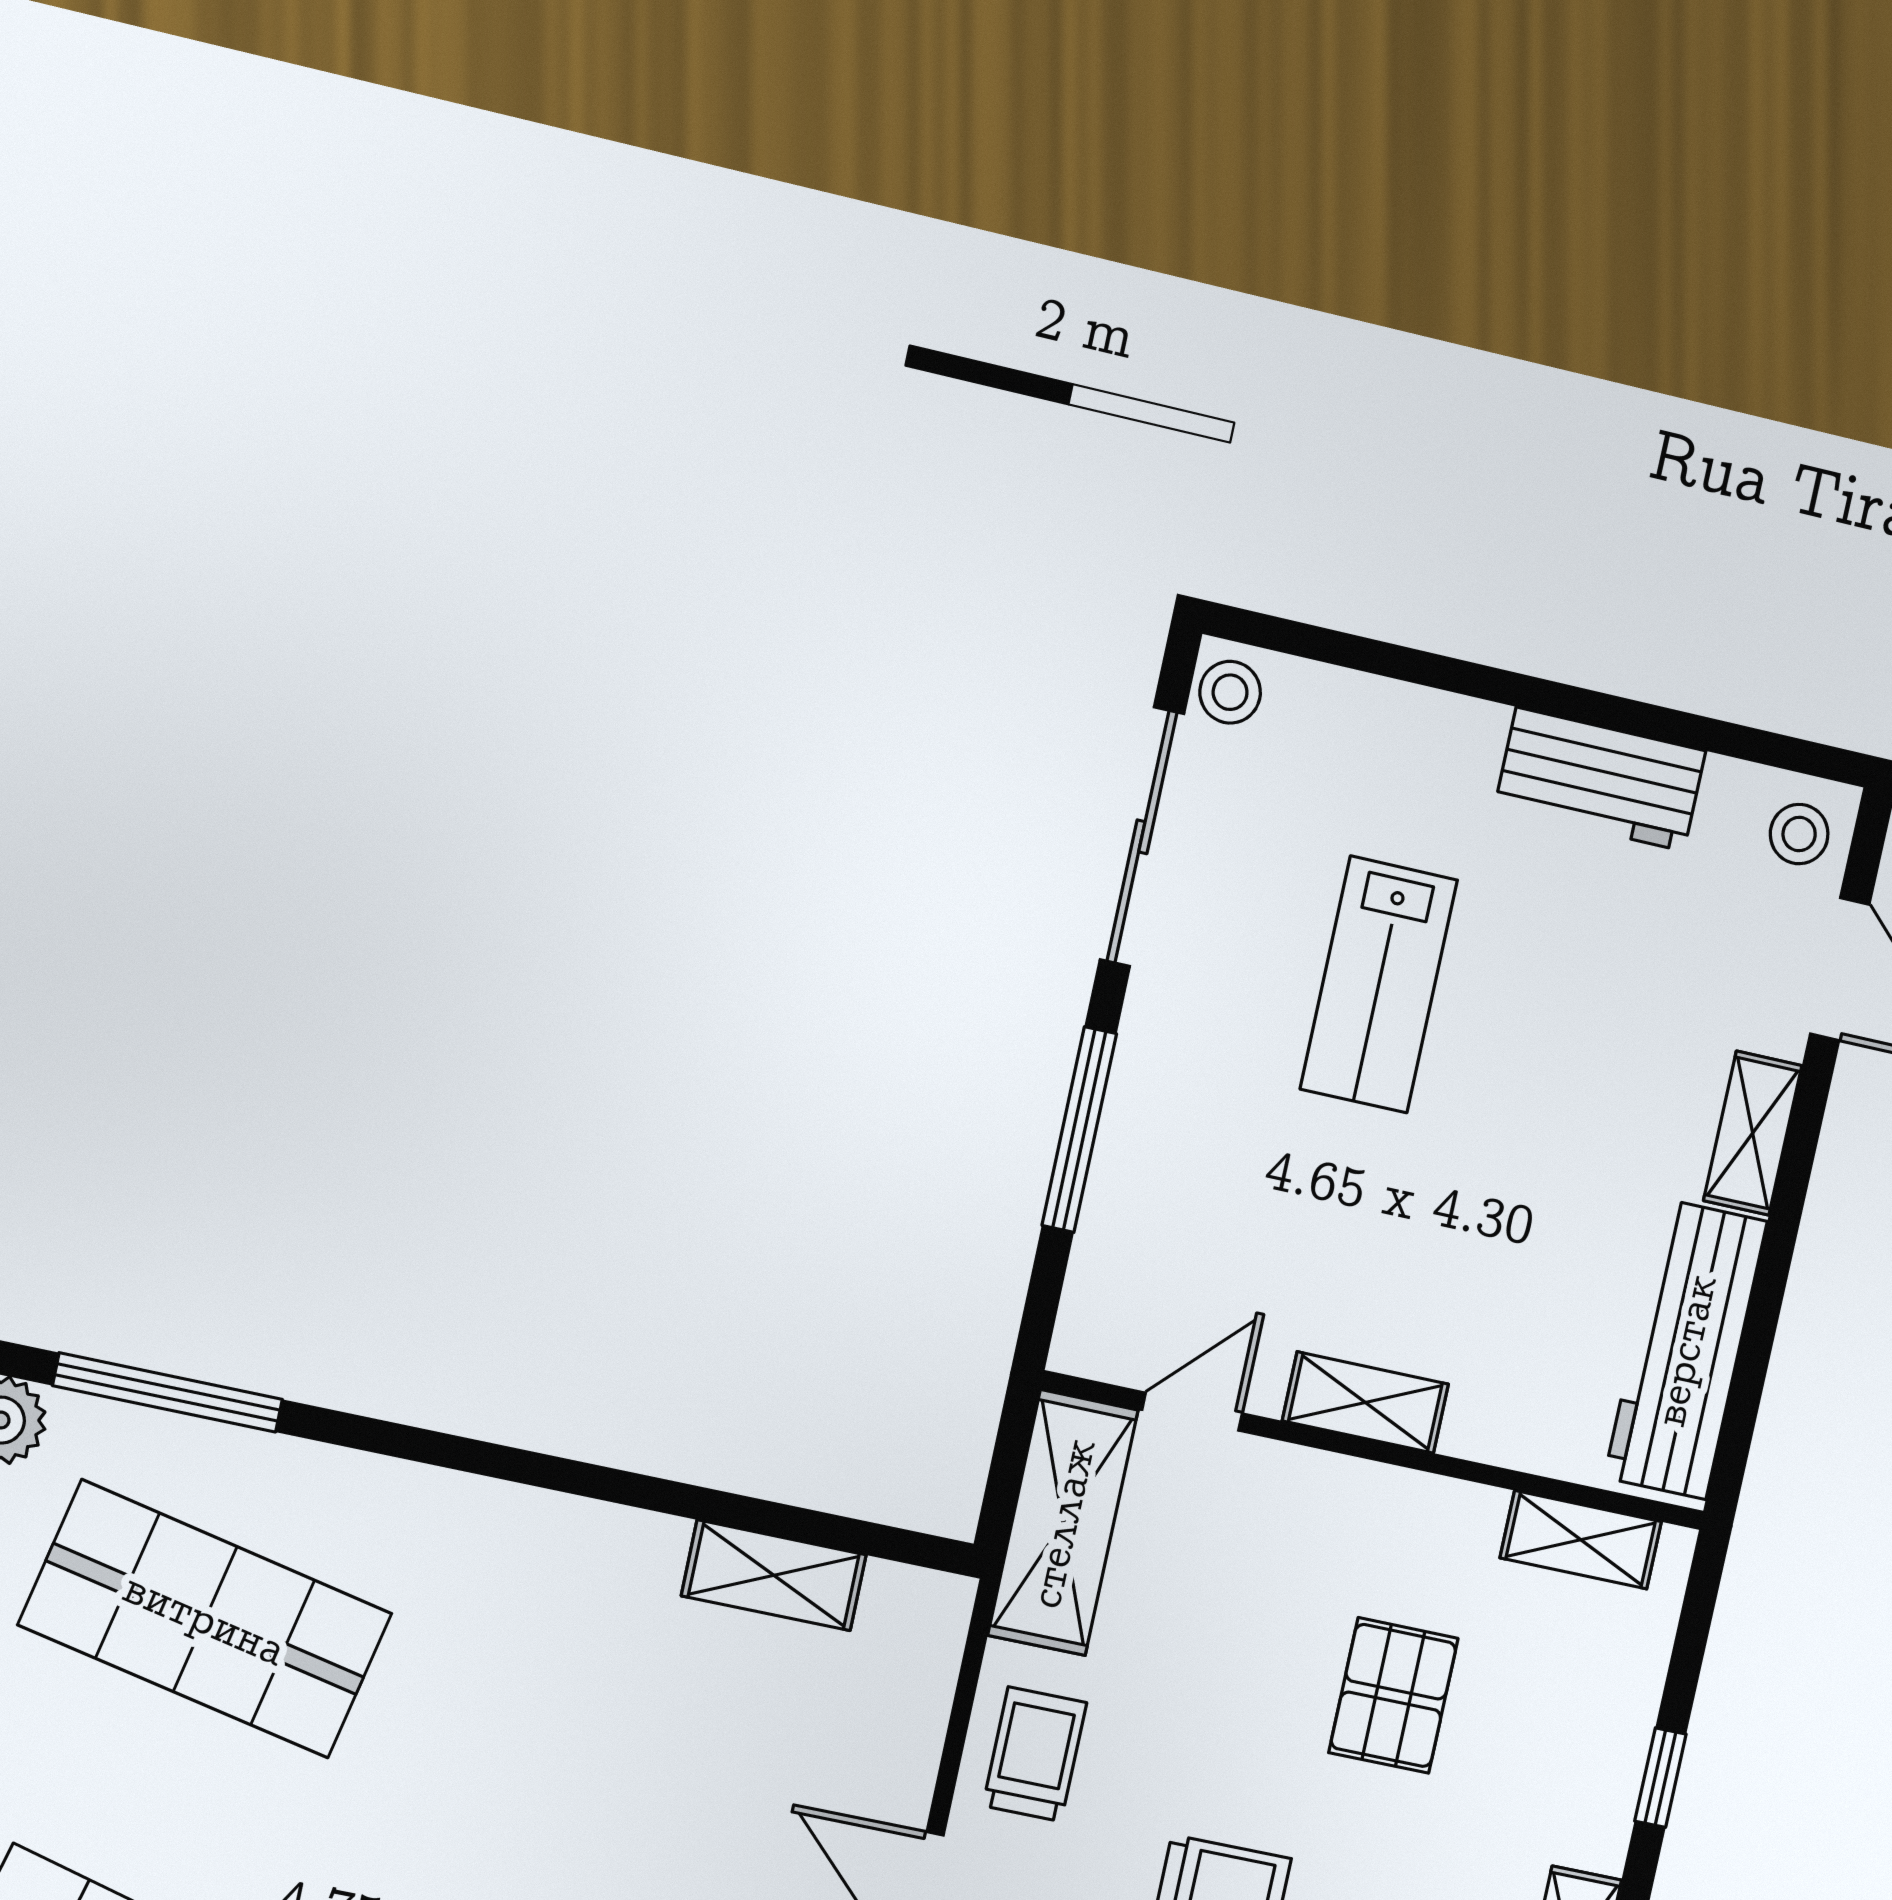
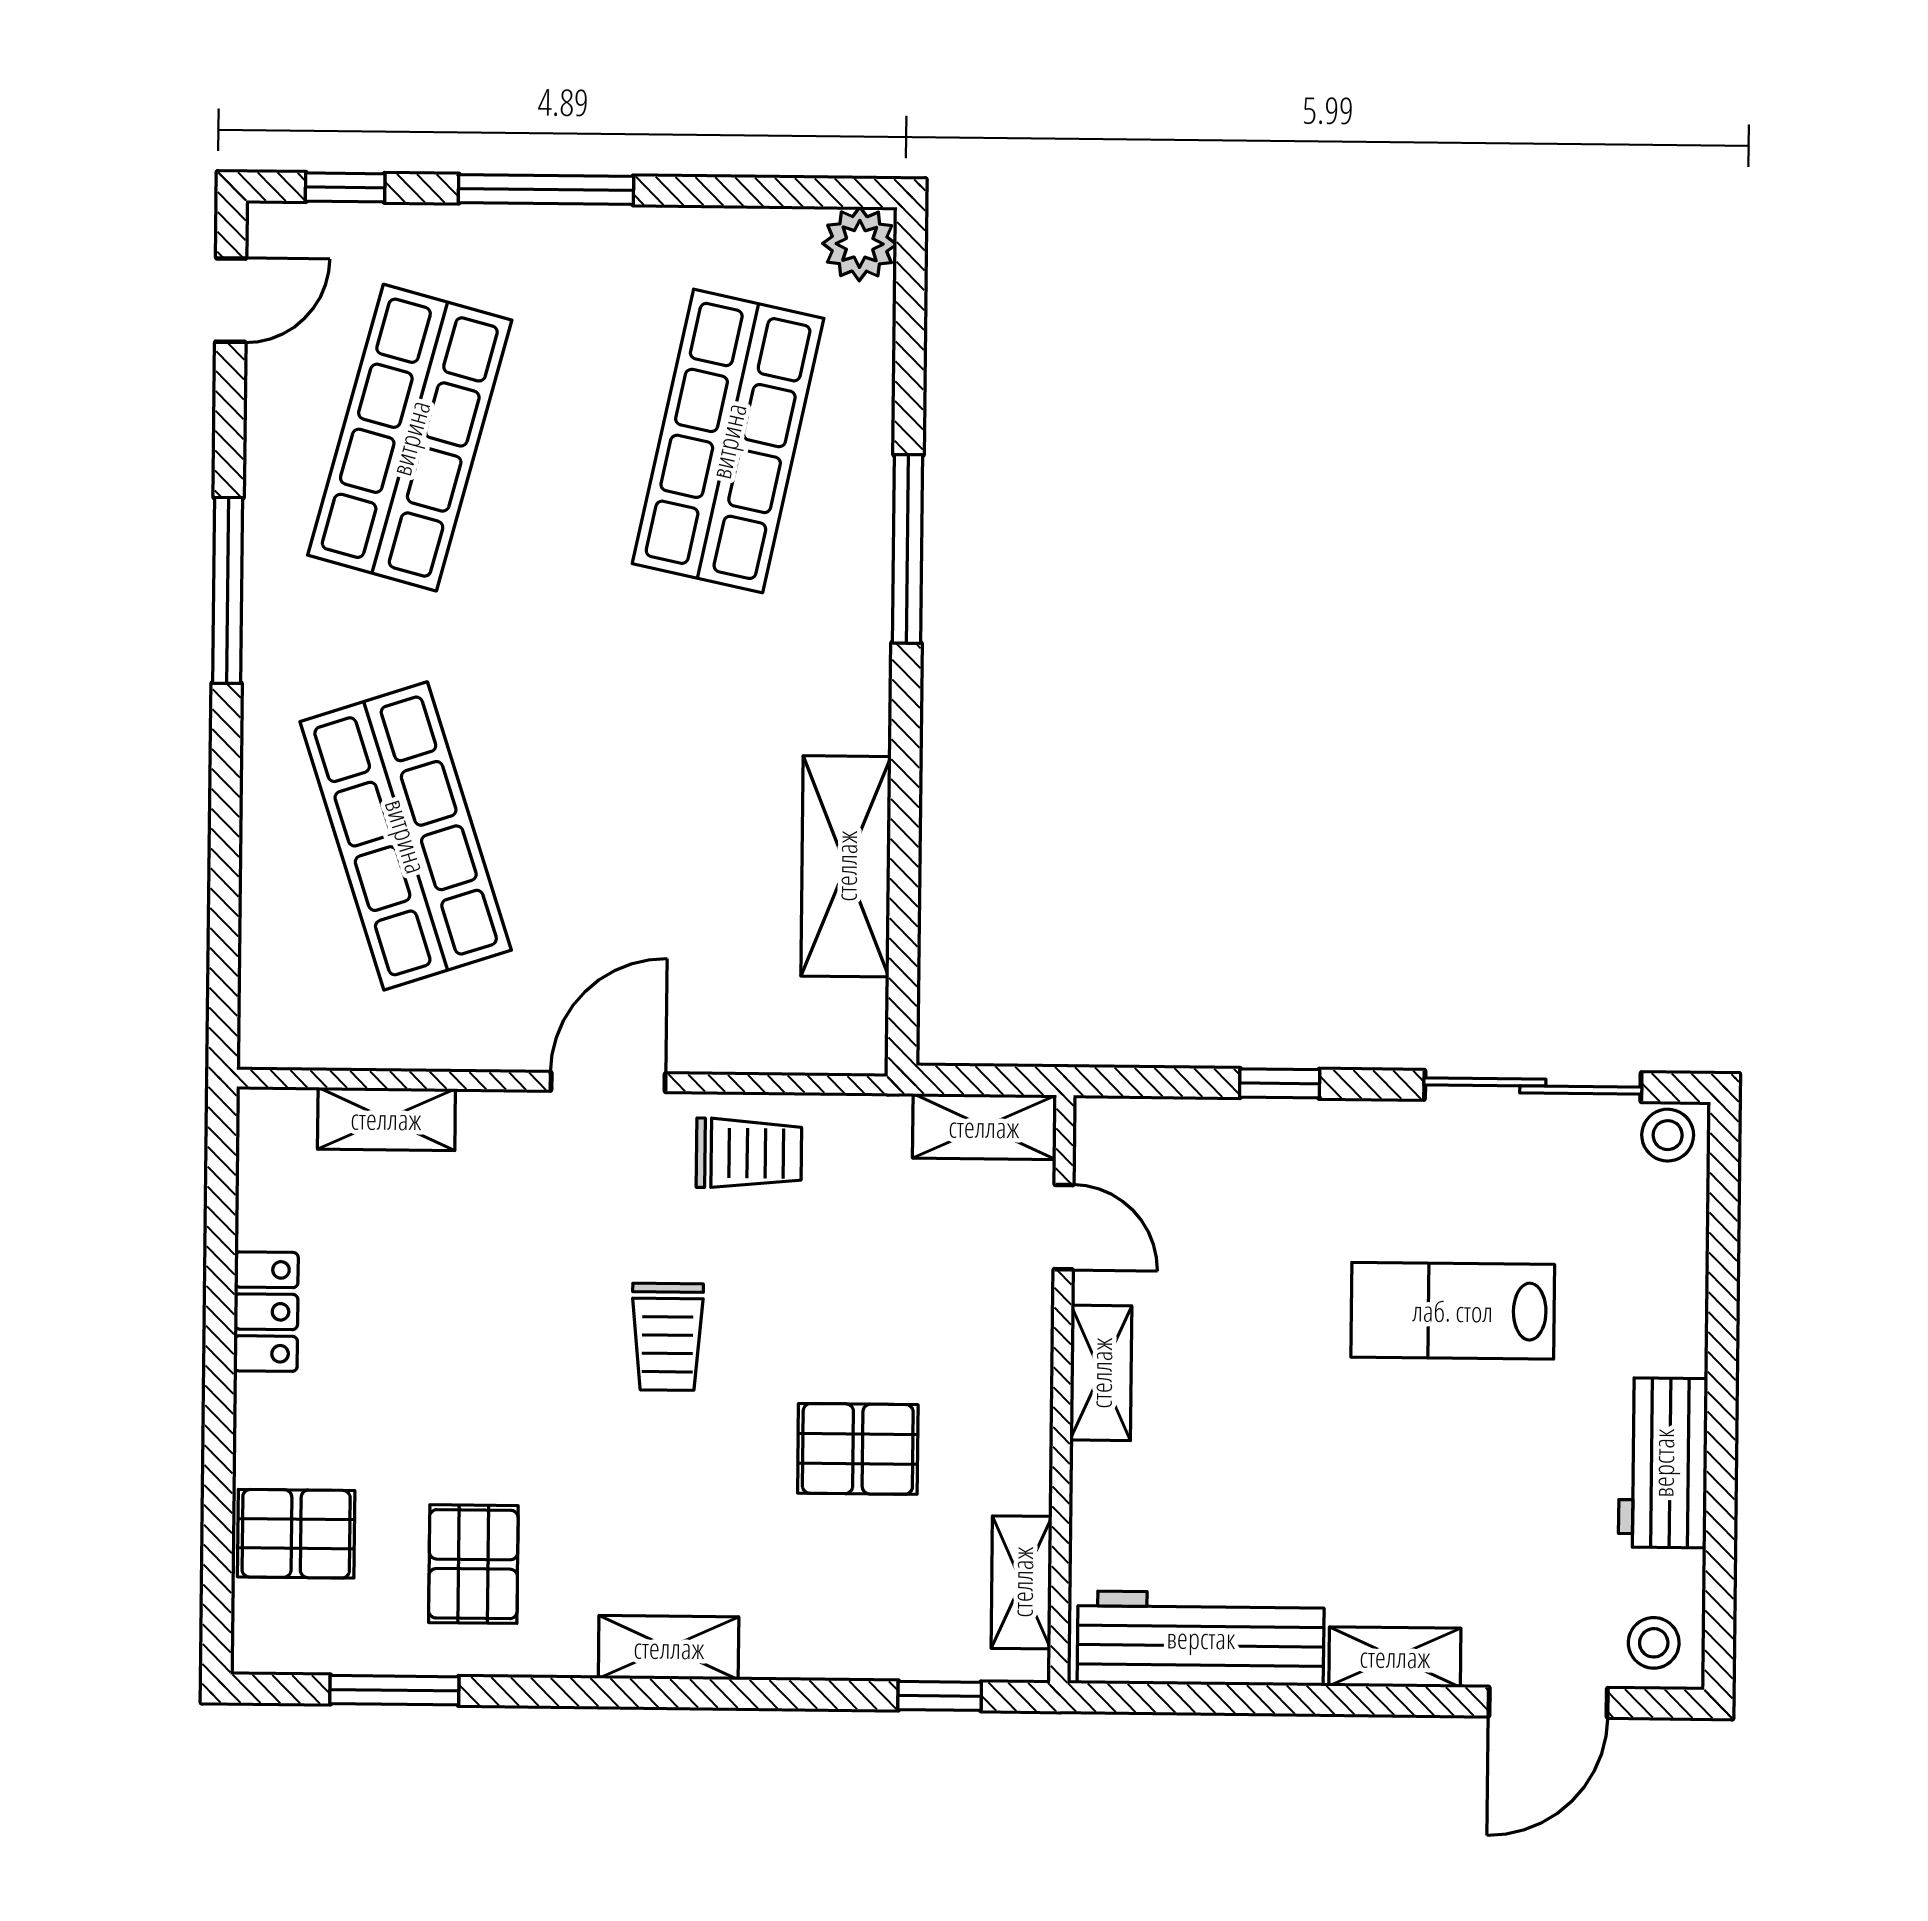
window: (1079, 1130) -> (1280, 1083), width x0.46
window: (168, 1392) -> (907, 549), moved
shelving: (1063, 1523) -> (984, 1127), width x0.67, depth x0.75
shelving: (774, 1575) -> (846, 866), width x1.50, depth x1.33
window: (1660, 1778) -> (940, 1696), moved

